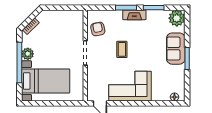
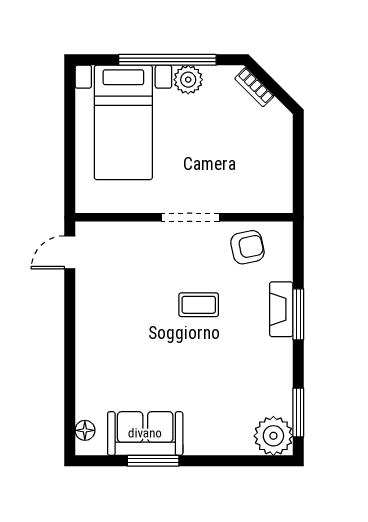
window: (154, 8) -> (298, 412), moved
fireplace: (134, 15) -> (281, 309), moved
sofa: (176, 49) -> (145, 433), moved
window: (187, 58) -> (153, 461), moved
corner sofa: (130, 86) -> (111, 324), removed

